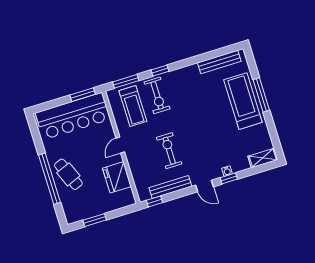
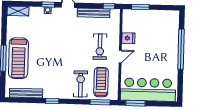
window: (160, 71) -> (52, 101), moved
exercise bike: (169, 151) -> (100, 47), moved
cafe table: (68, 174) -> (166, 48), removed
fridge: (117, 177) -> (128, 38), width x0.53, depth x0.75
window: (95, 220) -> (140, 7), moved

